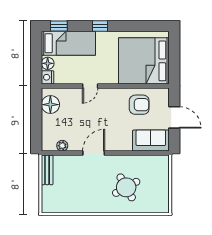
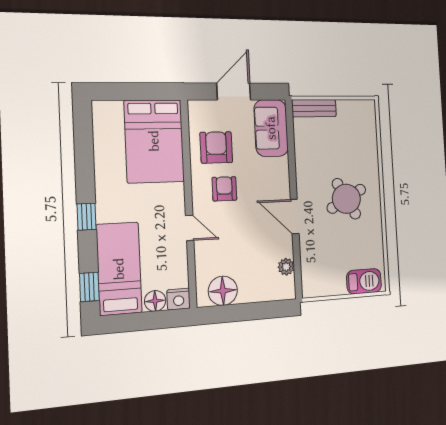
bed: (144, 61) -> (154, 141), width x0.73
armchair: (113, 109) -> (224, 189), added
bench: (47, 170) -> (314, 108), moved
round table: (126, 187) -> (346, 199), moved
barbecue: (49, 198) -> (364, 281), added

